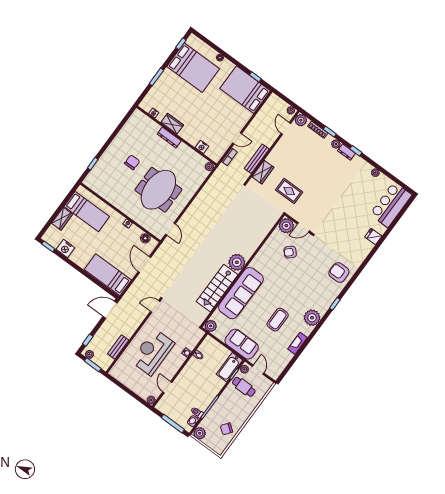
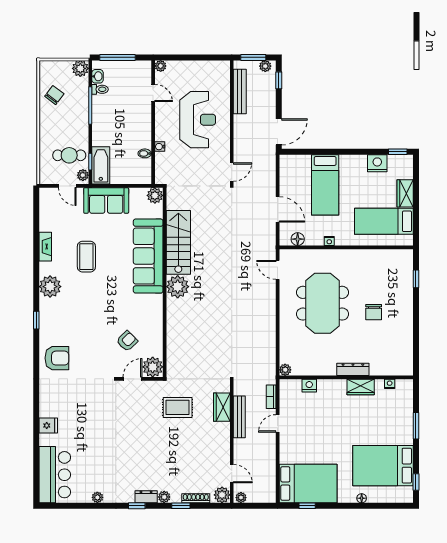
bed: (108, 275) -> (325, 185), moved, turned 90
bench: (118, 347) -> (240, 92), width x1.36

